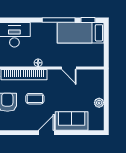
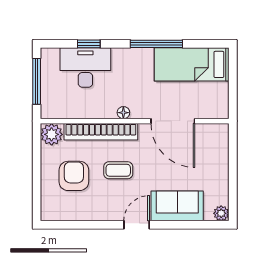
window: (88, 20) -> (89, 44), moved
door: (69, 68) -> (173, 121), width x1.87
plant: (99, 103) -> (221, 213), moved

